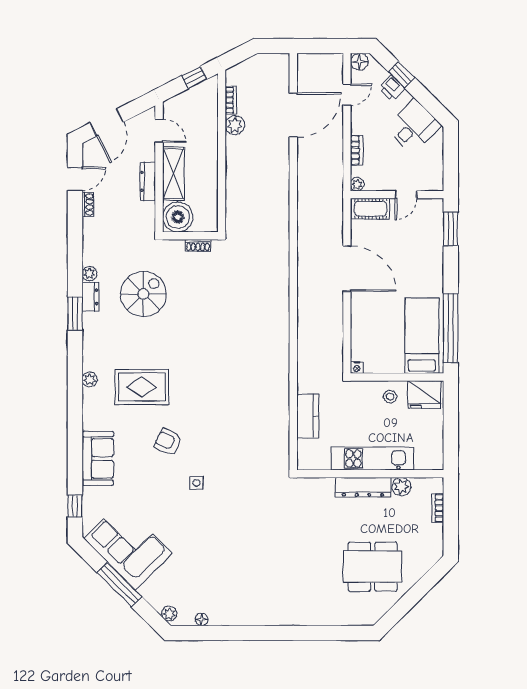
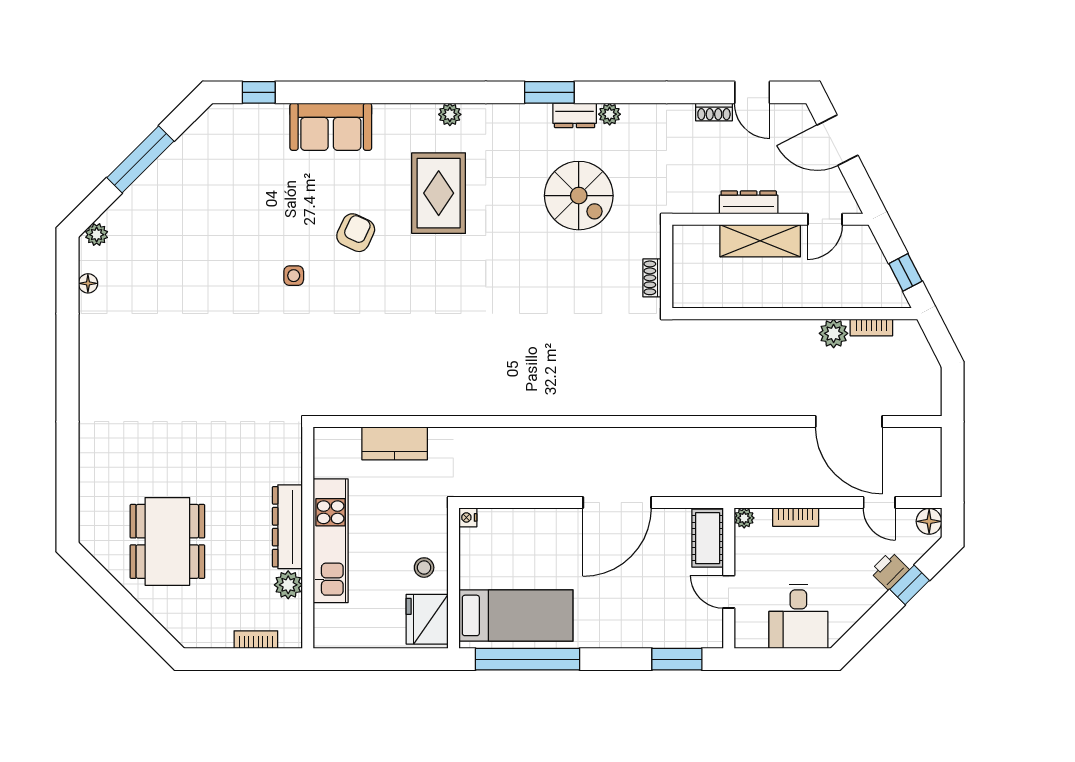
desk: (413, 126) -> (798, 617), moved, turned 45
boiler: (178, 217) -> (695, 247), removed
corner sofa: (128, 546) -> (199, 172), removed

